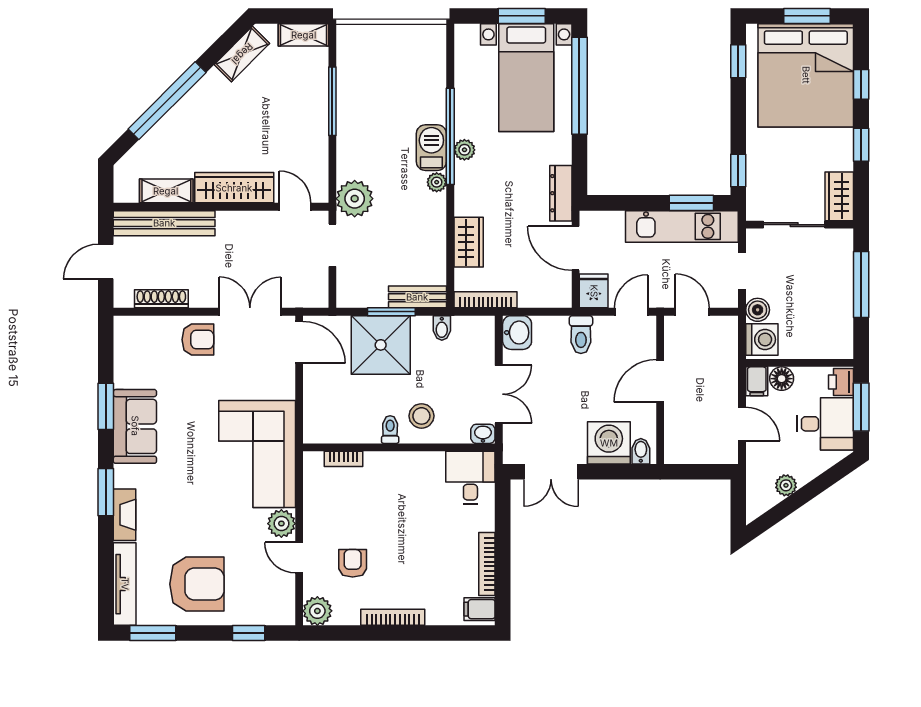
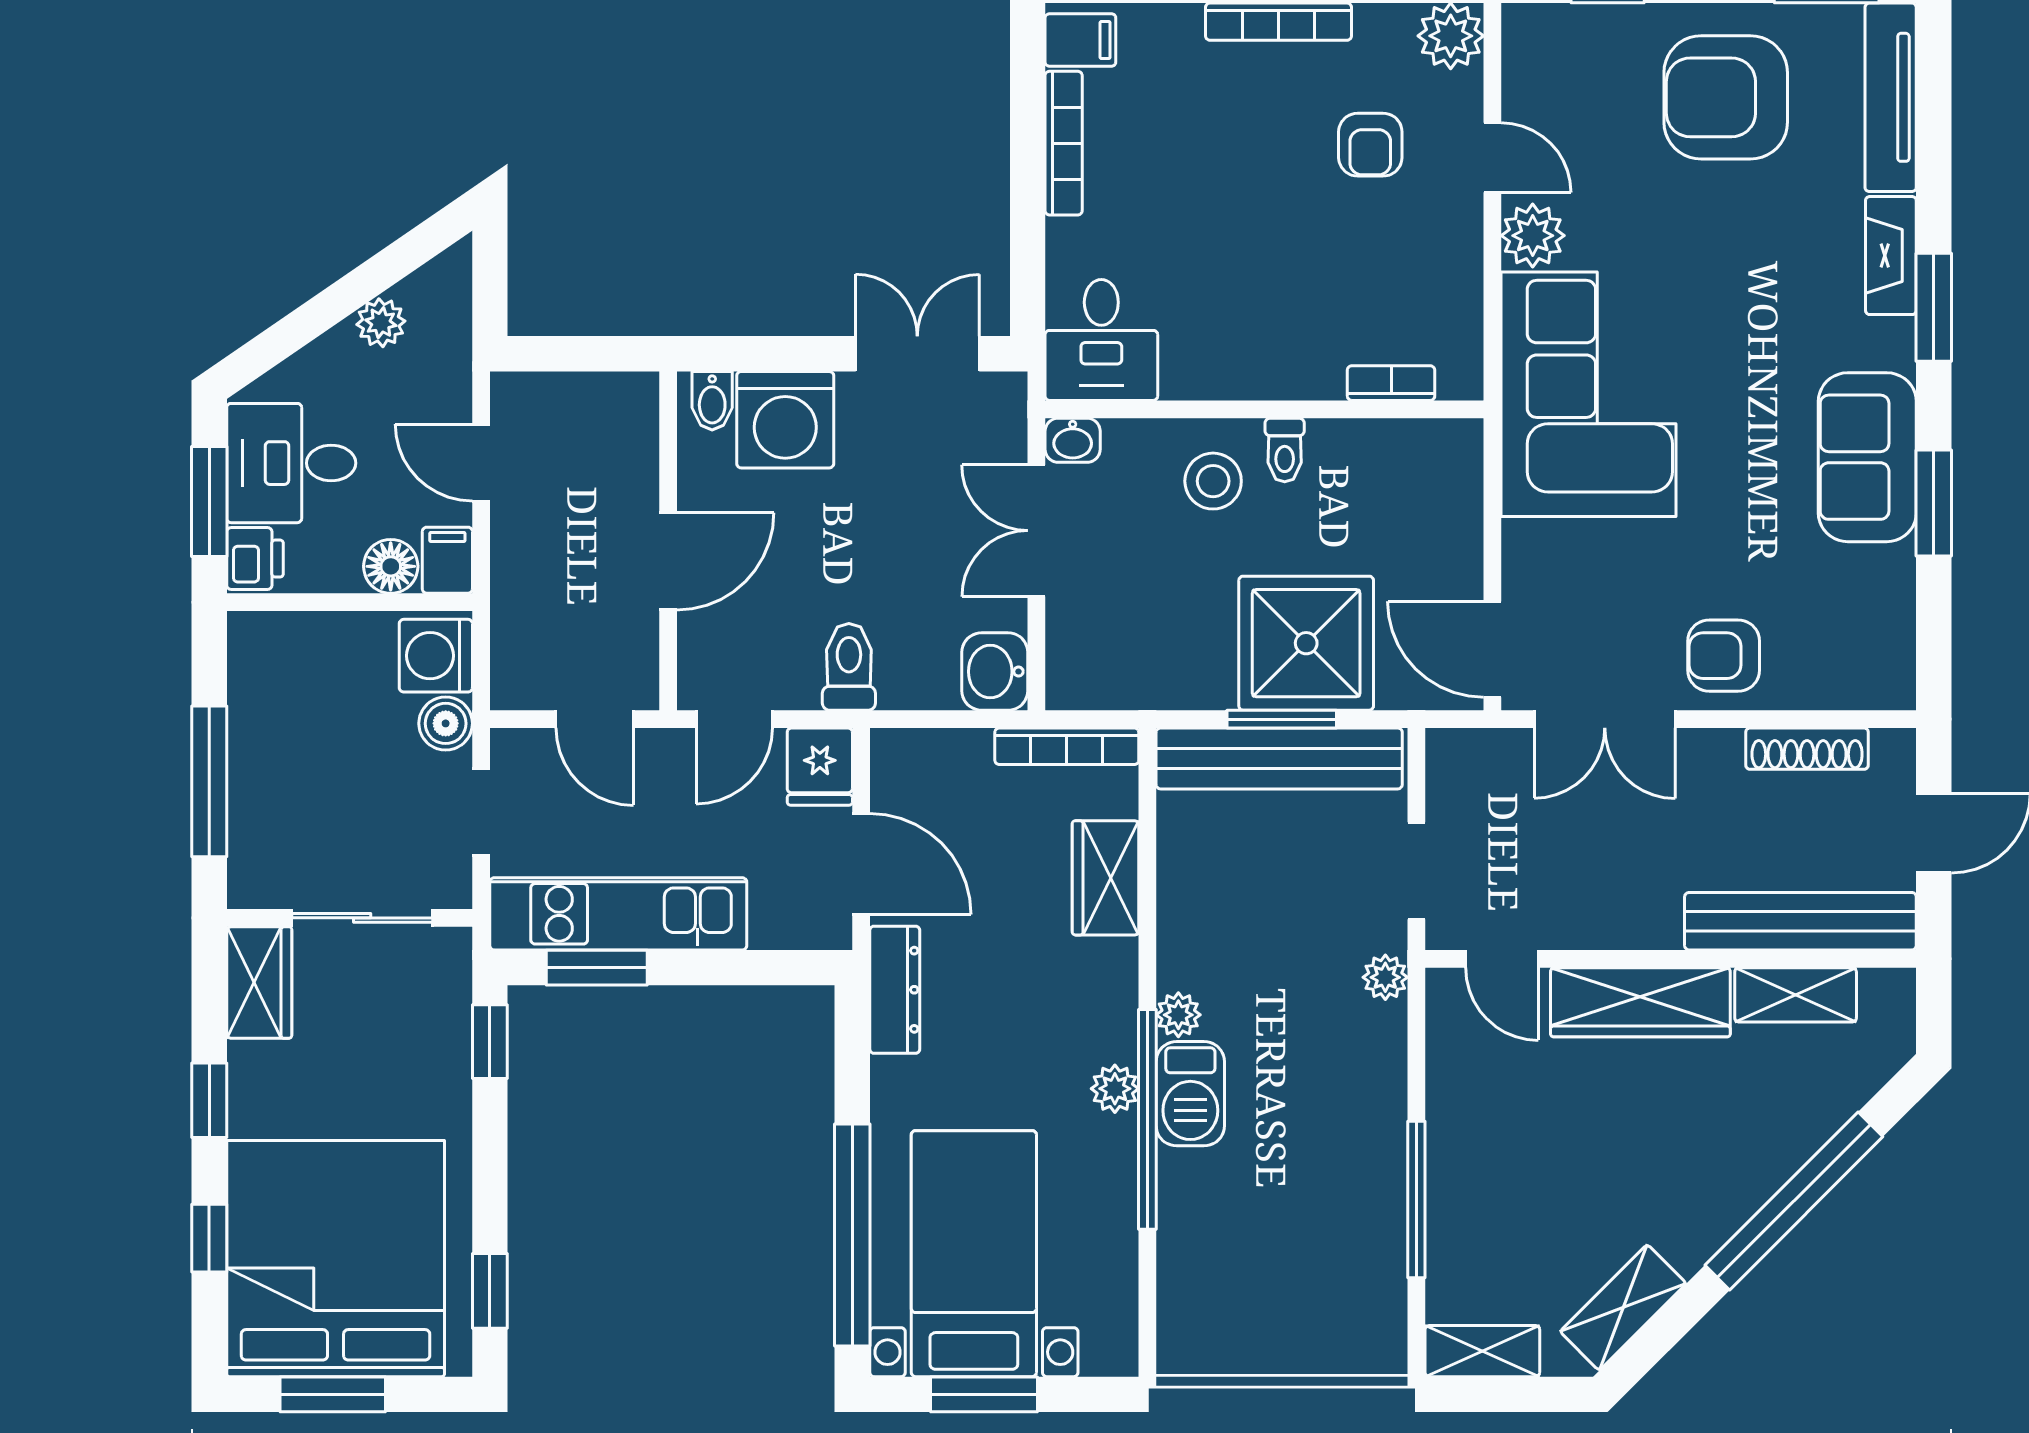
plant: (355, 199) -> (1385, 977), width x0.53, depth x0.53
bench: (417, 297) -> (1279, 758), width x1.86, depth x1.21
bidet: (442, 328) -> (1167, 682), removed

